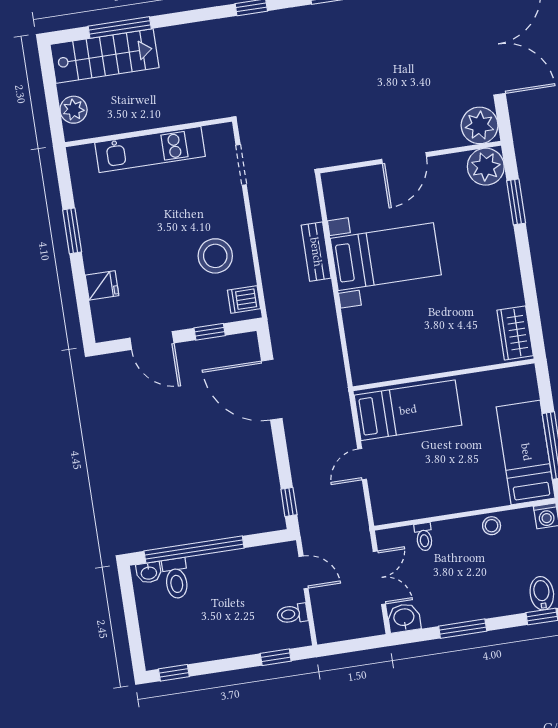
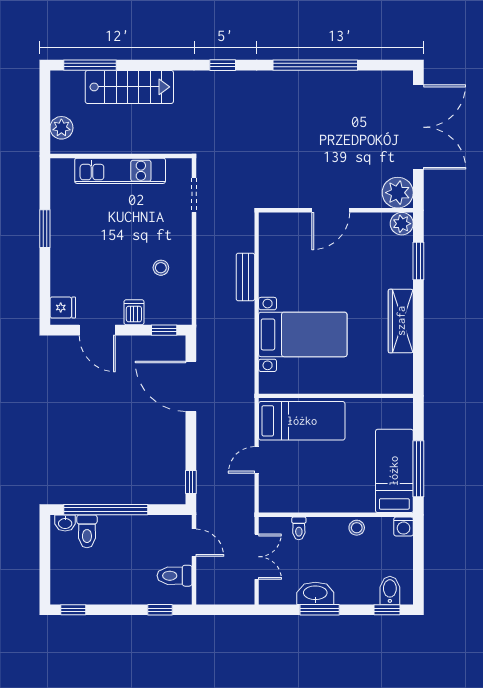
window: (120, 27) -> (90, 65), moved
stairs: (104, 56) -> (129, 87), moved
plant: (486, 167) -> (402, 224), width x0.73, depth x0.73
stool: (215, 256) -> (161, 268), width x0.53, depth x0.53
bed with nightstands: (386, 257) -> (303, 334), moved
fridge: (102, 285) -> (63, 308), moved
dishwasher: (244, 299) -> (134, 312), moved, turned 90
window: (210, 332) -> (164, 330), moved
wardrobe: (515, 333) -> (401, 321), moved, width x1.50
toilet: (292, 614) -> (175, 576), width x1.37, depth x1.39
washbasin: (404, 618) -> (315, 593), moved, width x1.38

